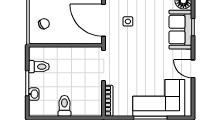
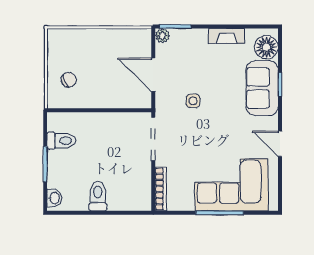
door: (104, 20) -> (153, 75), width x0.73
side table: (128, 21) -> (193, 101), moved
washbasin: (34, 94) -> (54, 198), moved

